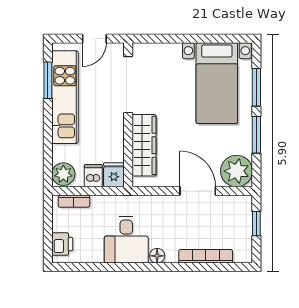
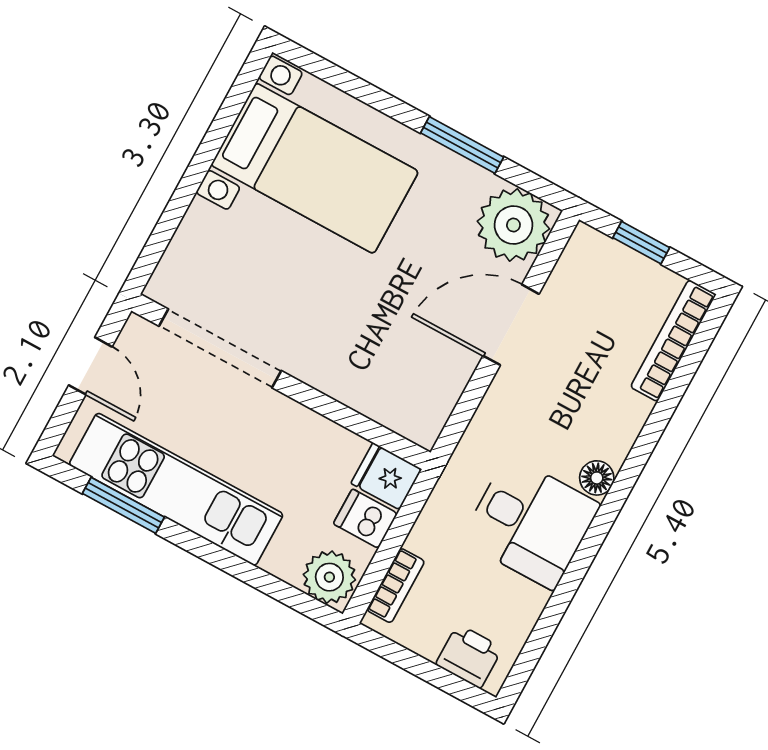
window: (256, 87) -> (367, 93), removed
wardrobe: (144, 145) -> (360, 383), removed
bookcase: (206, 256) -> (673, 341), moved

